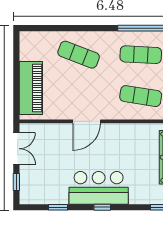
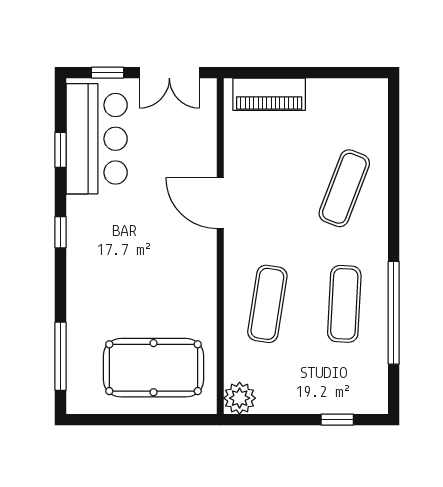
piano: (31, 88) -> (269, 94), width x0.73, depth x0.75
bar counter: (99, 188) -> (97, 139), moved

